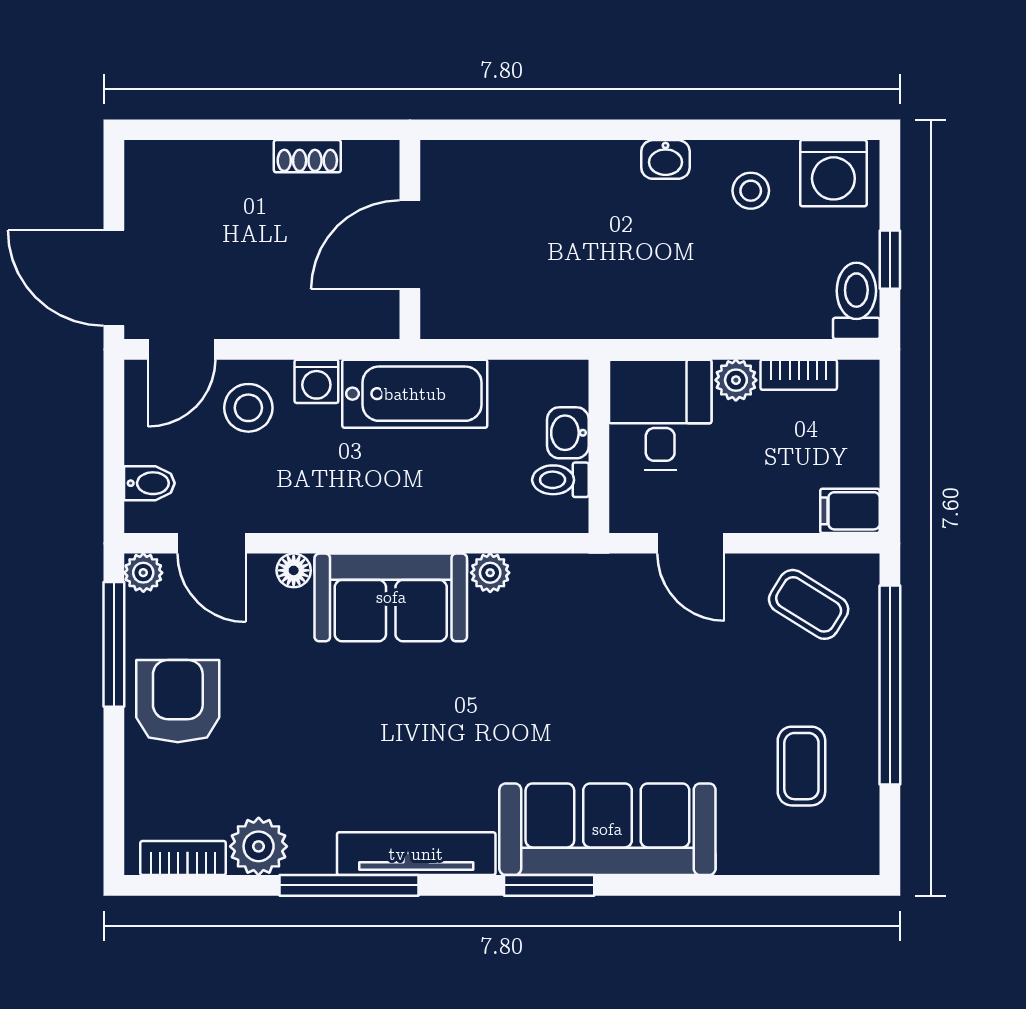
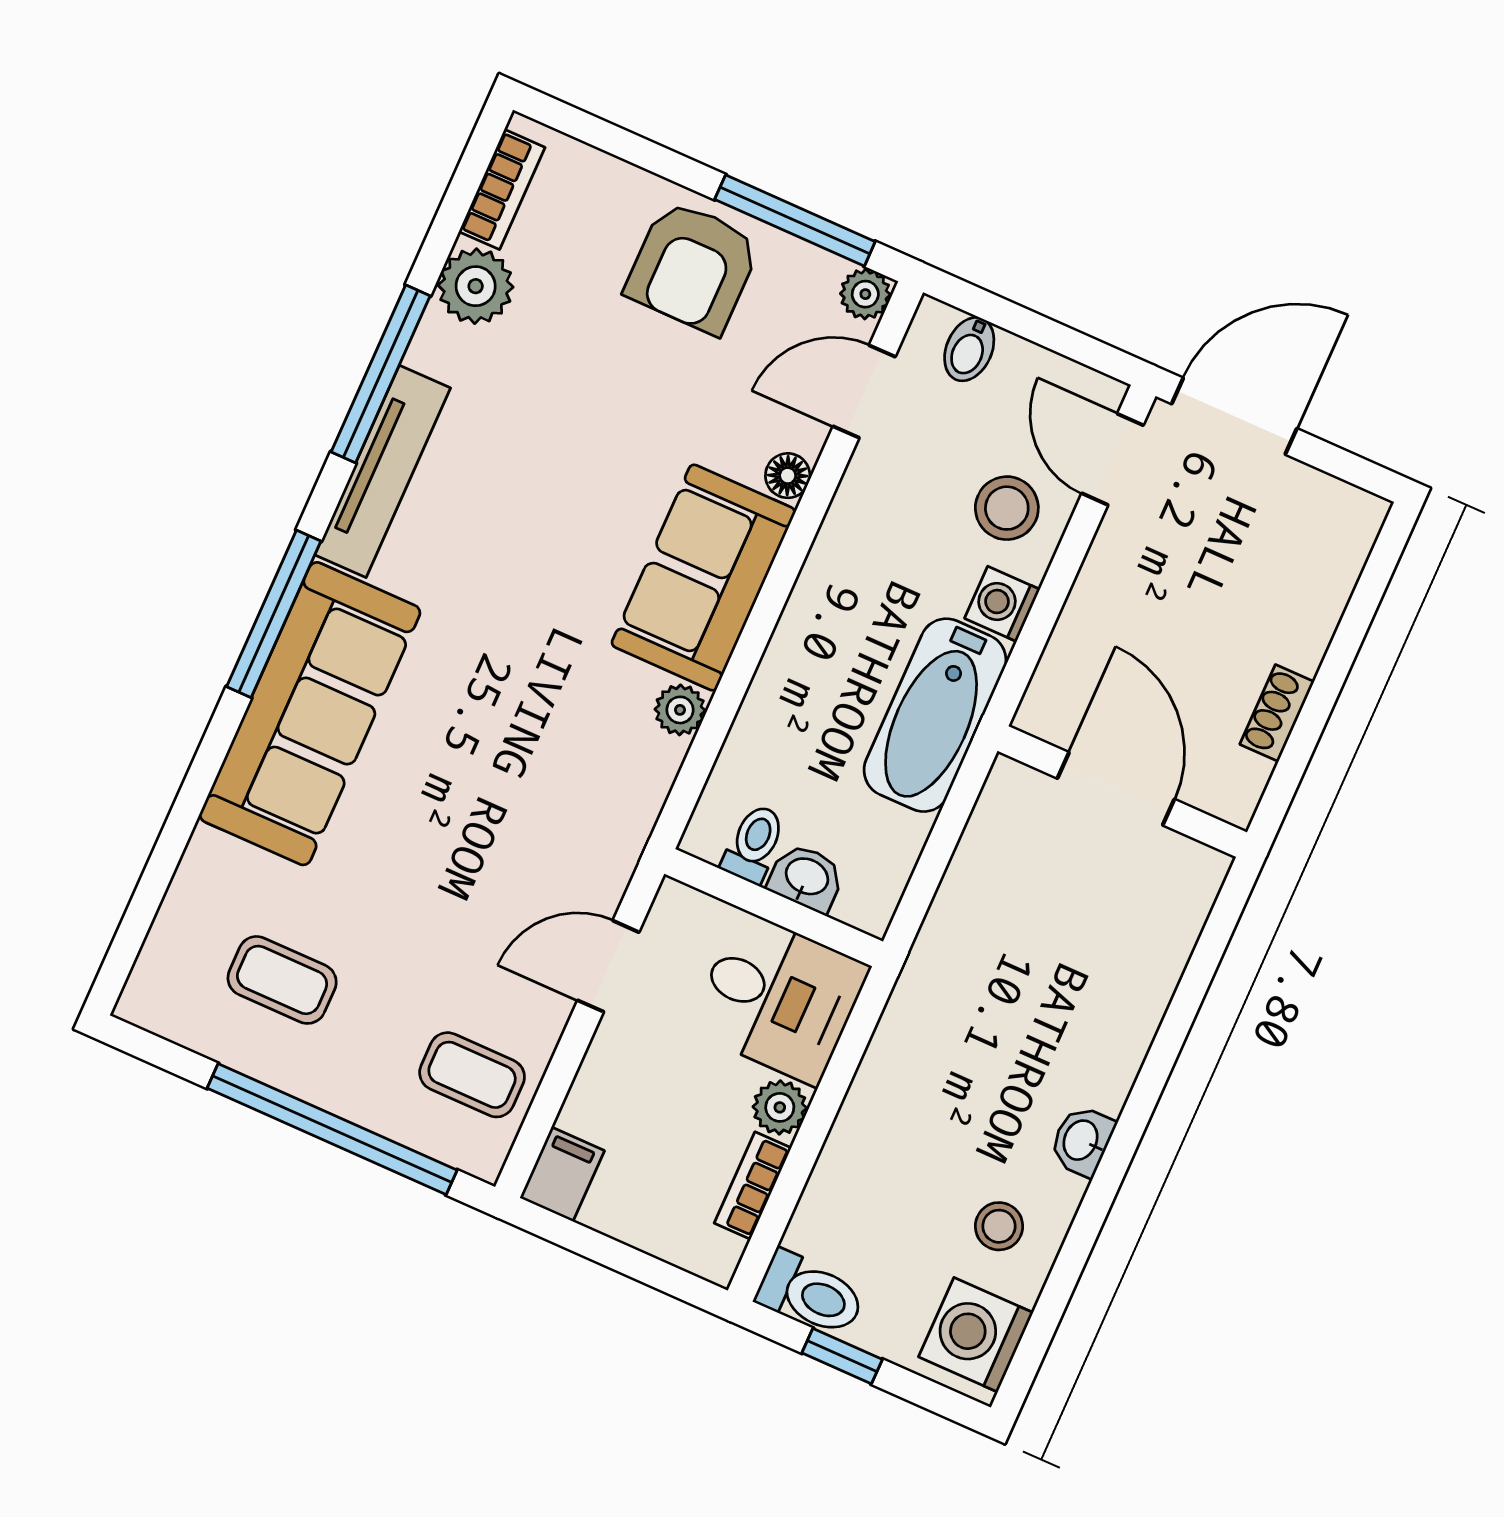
coffee table: (809, 604) -> (472, 1075), turned 58
armchair: (178, 701) -> (693, 267), turned 90
window: (549, 885) -> (274, 614), width x1.44

